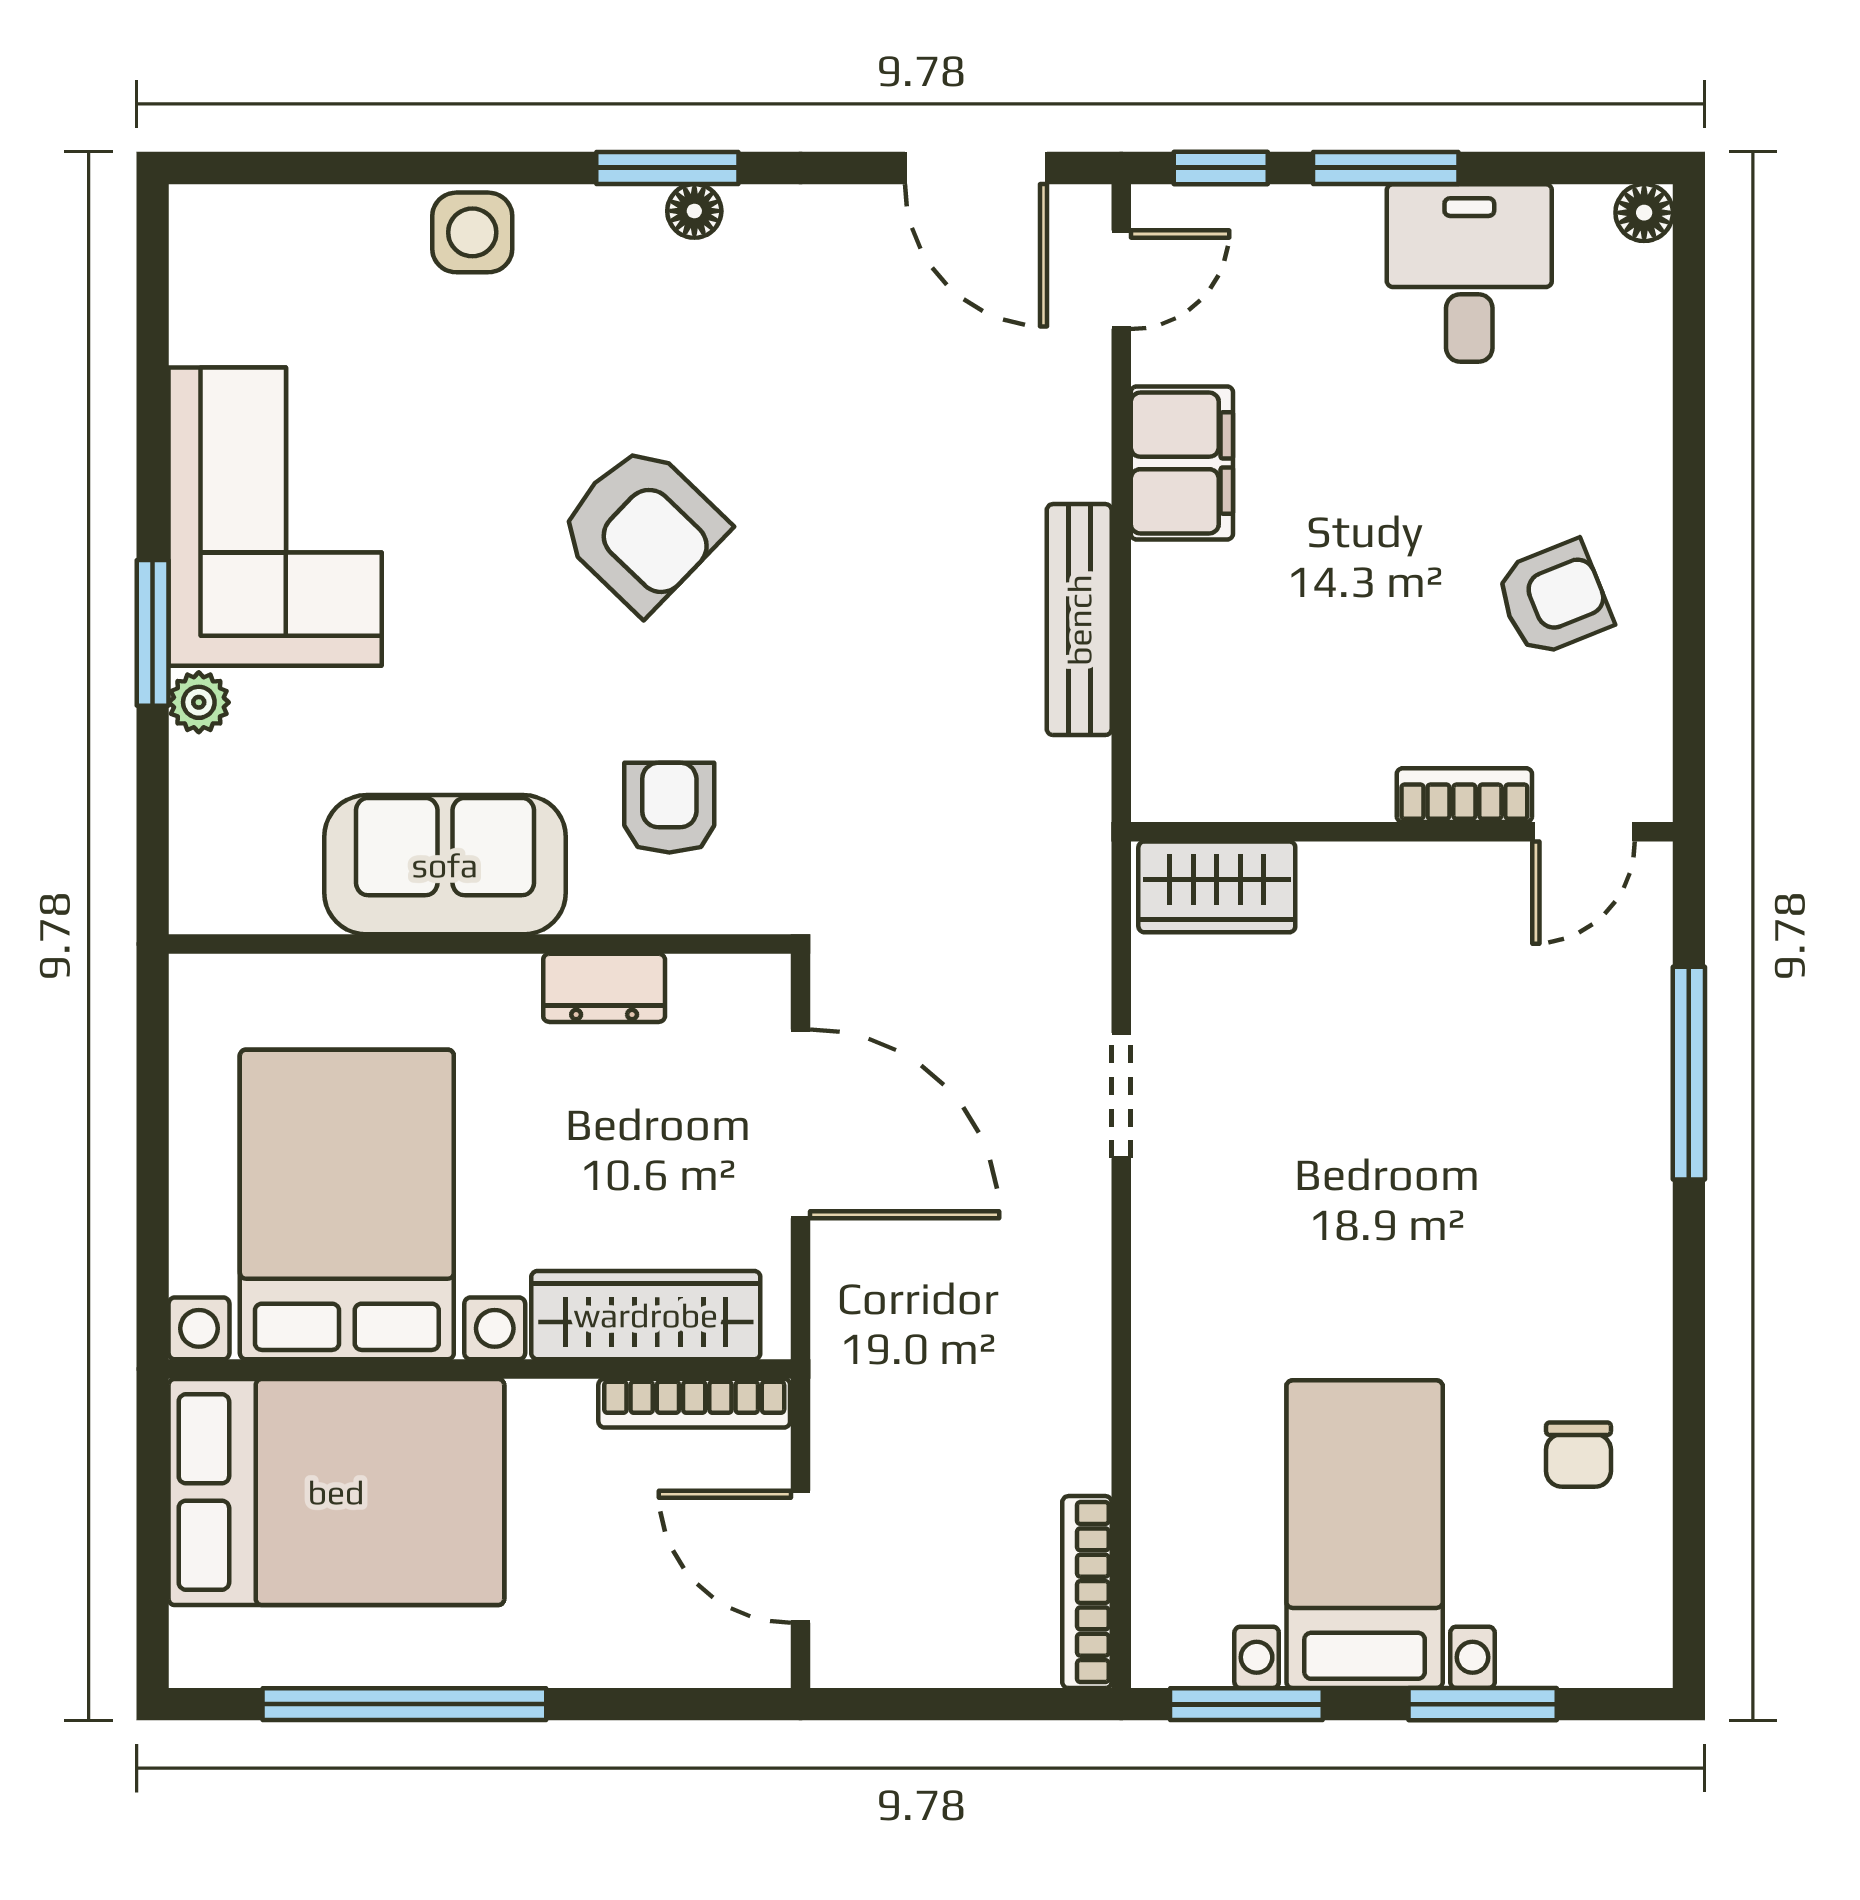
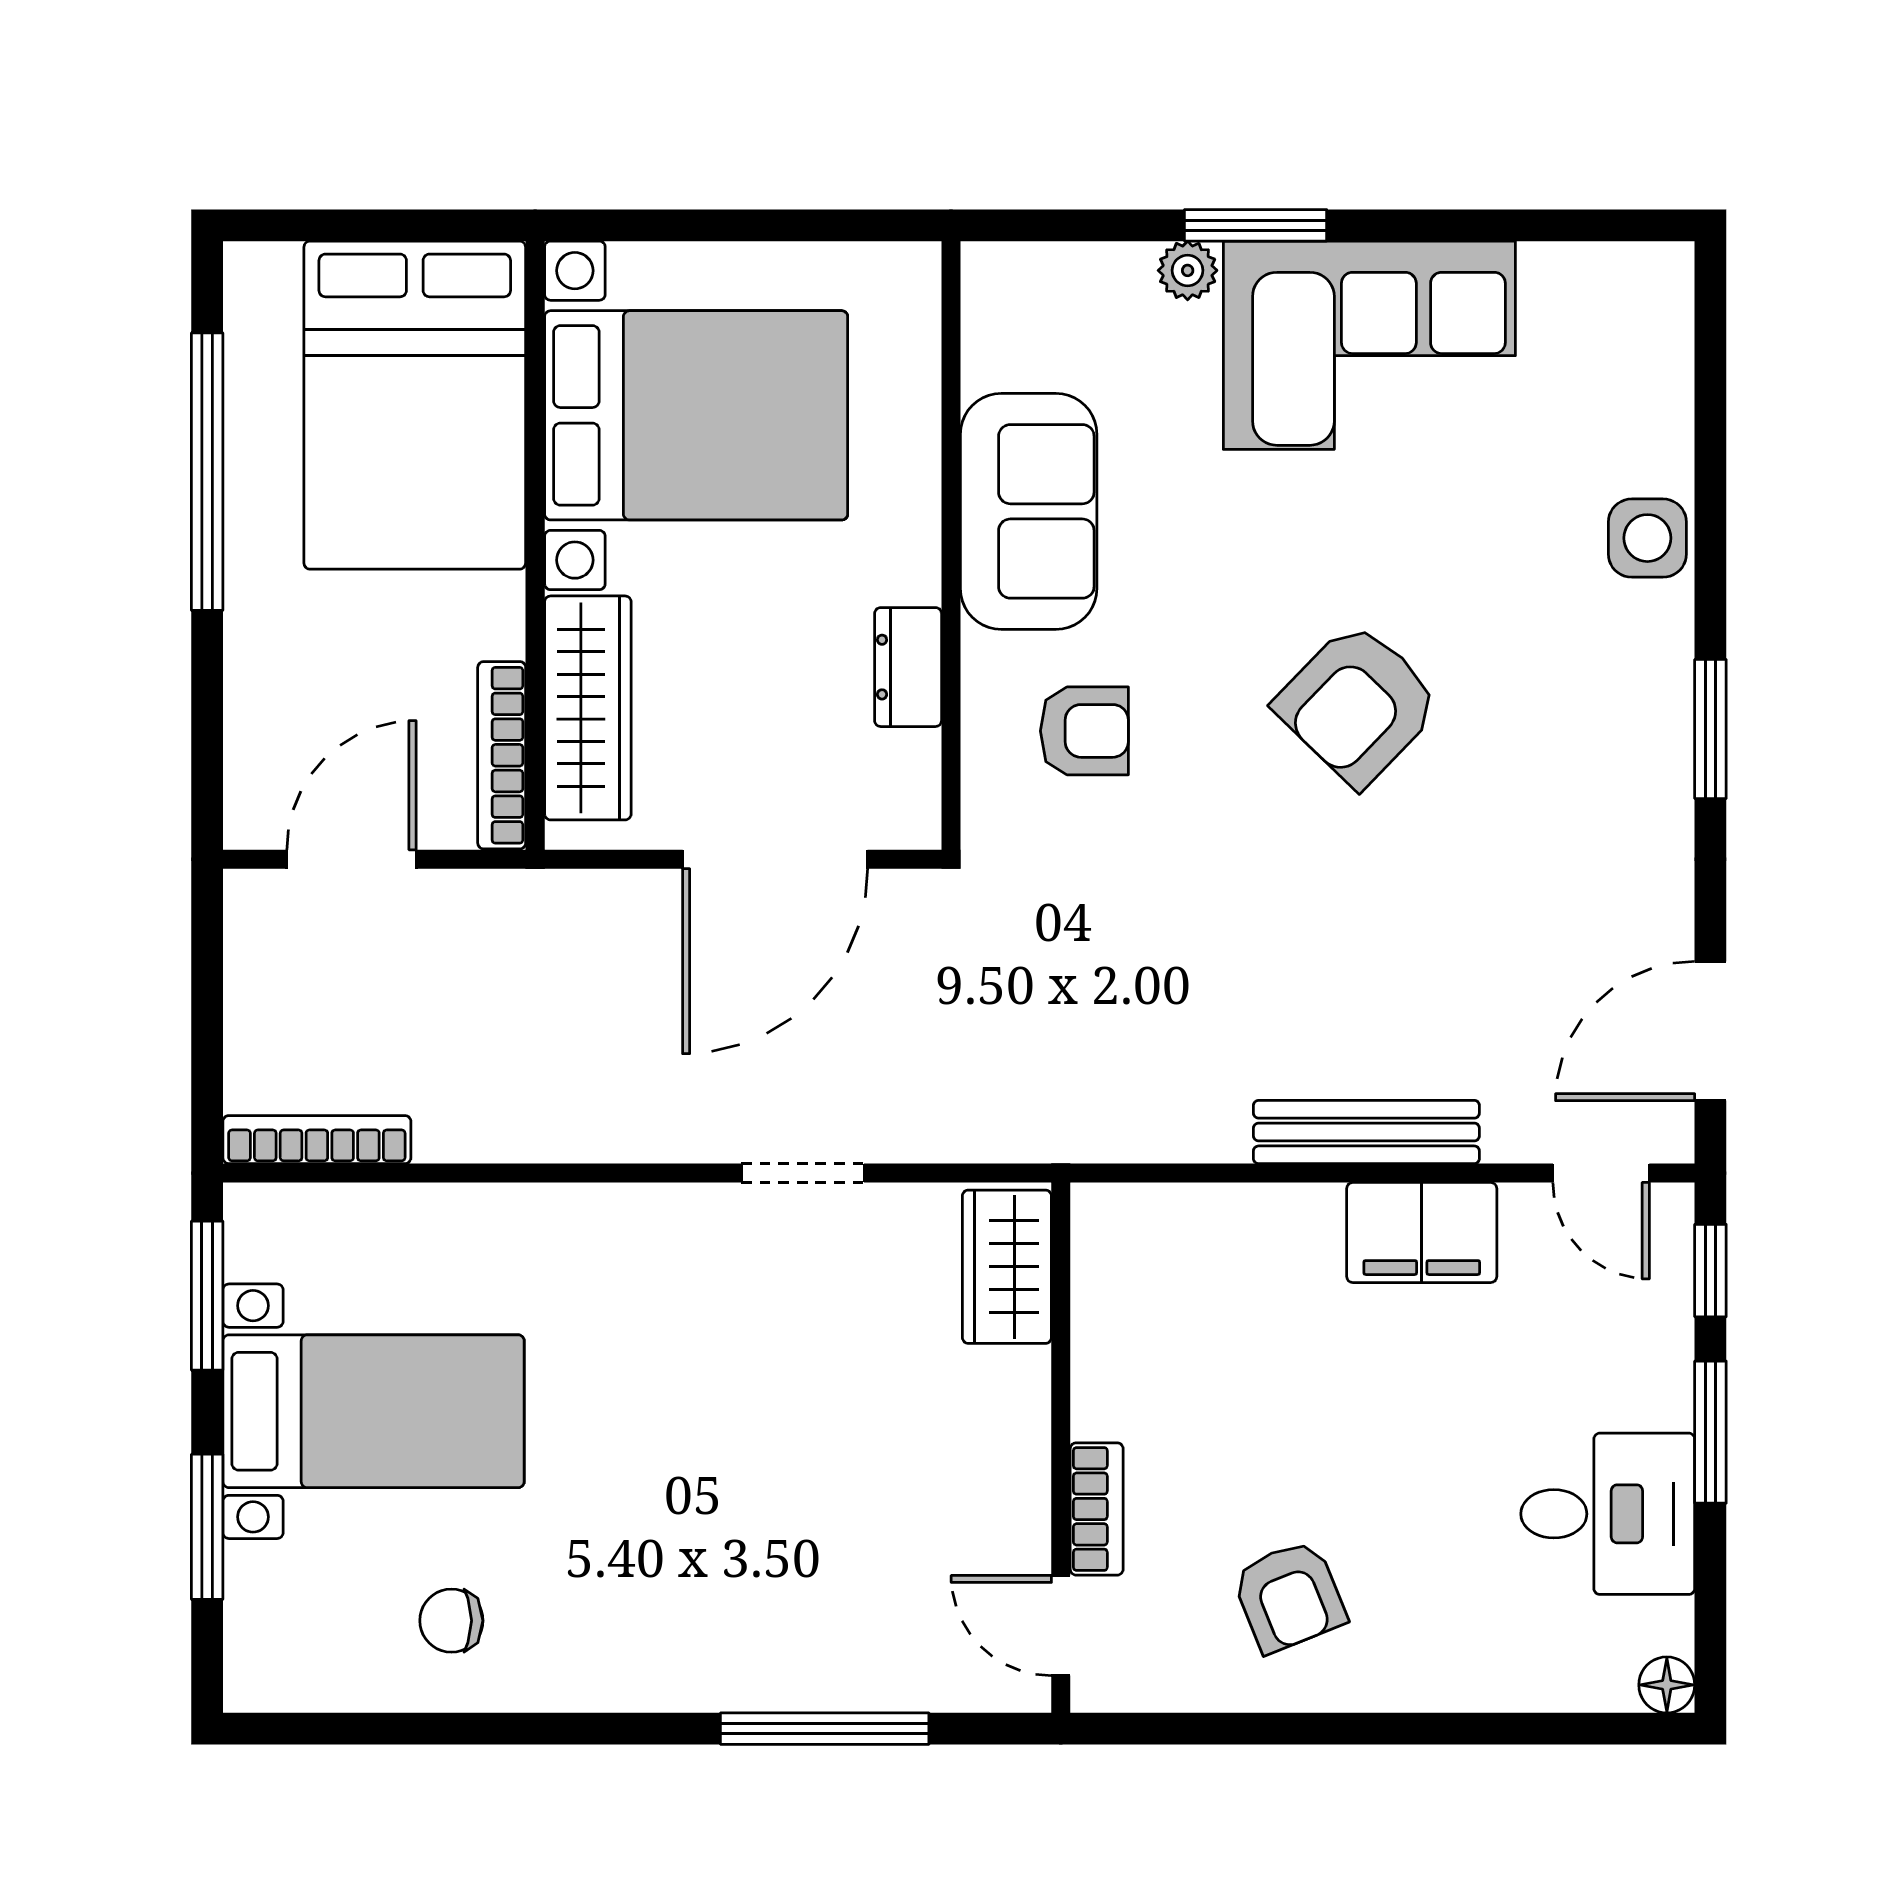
floor lamp: (694, 211) -> (1668, 755), removed
bench: (1079, 620) -> (1366, 1132), moved

